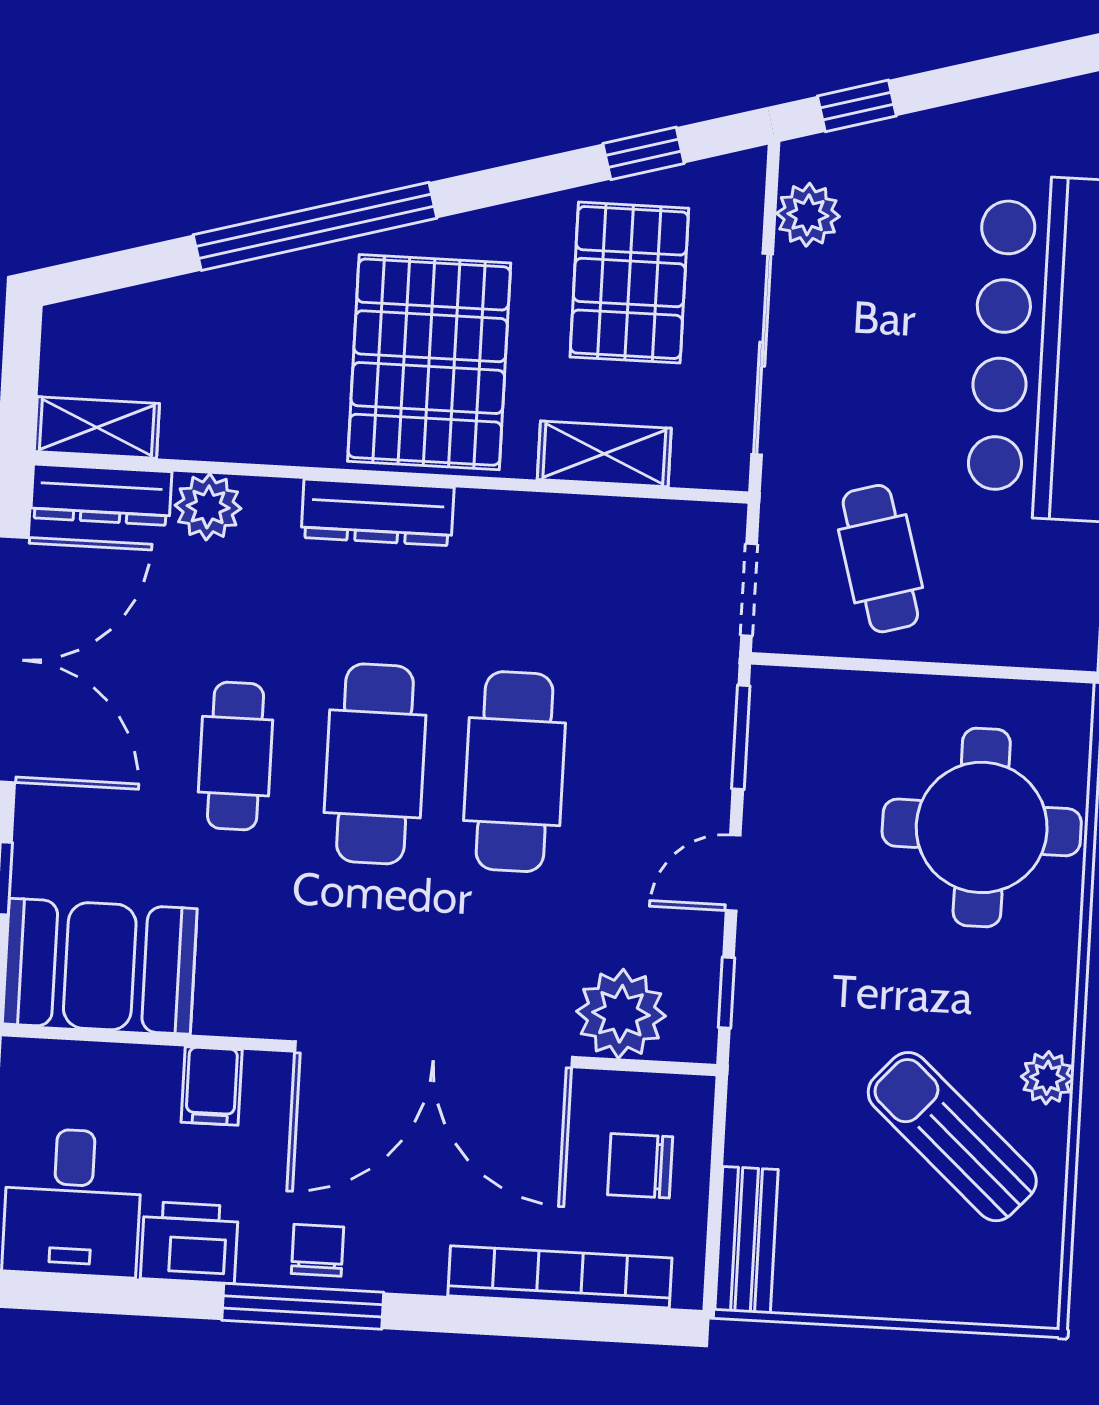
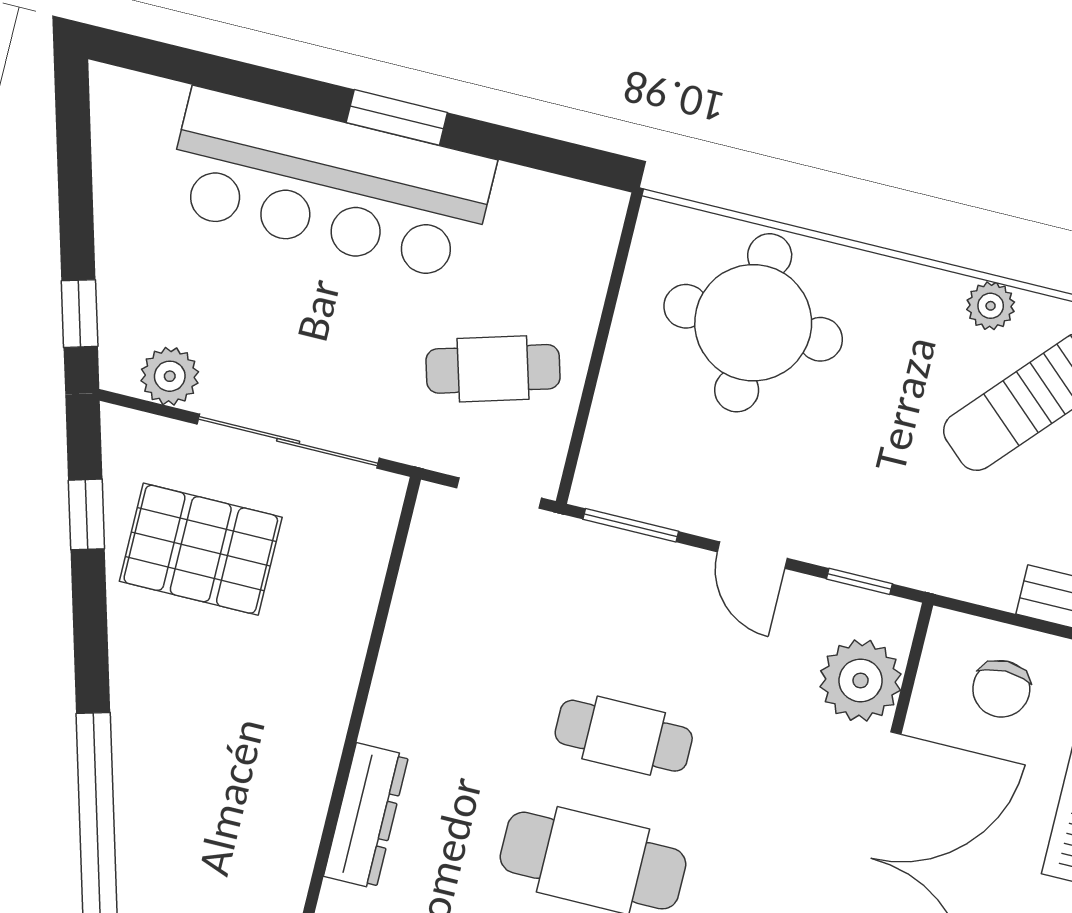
pallet: (429, 362) -> (239, 744), removed
shelving: (604, 454) -> (352, 601), removed
cafe table: (515, 772) -> (624, 736), width x0.73, depth x0.74

